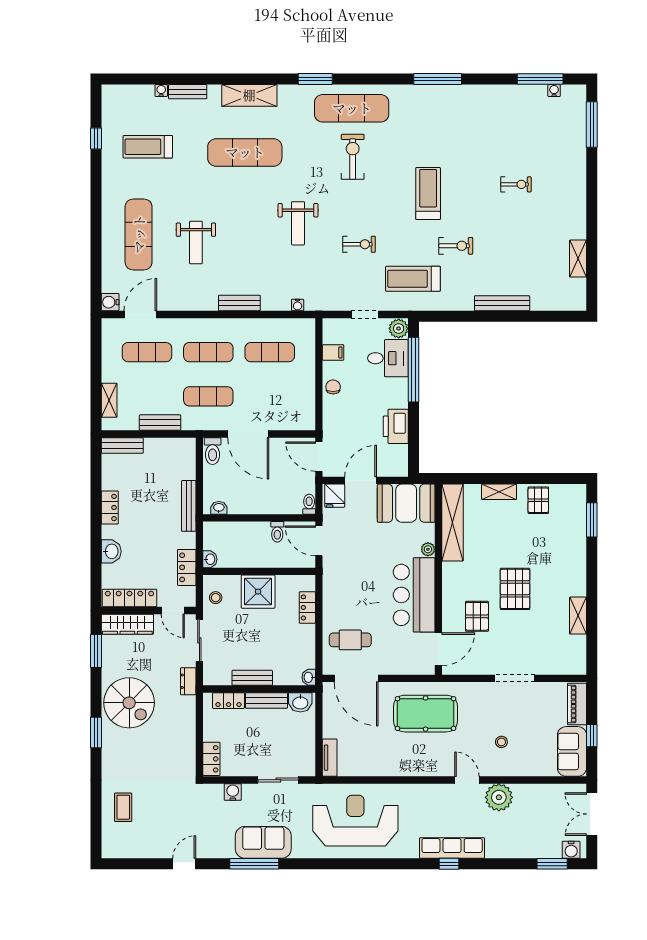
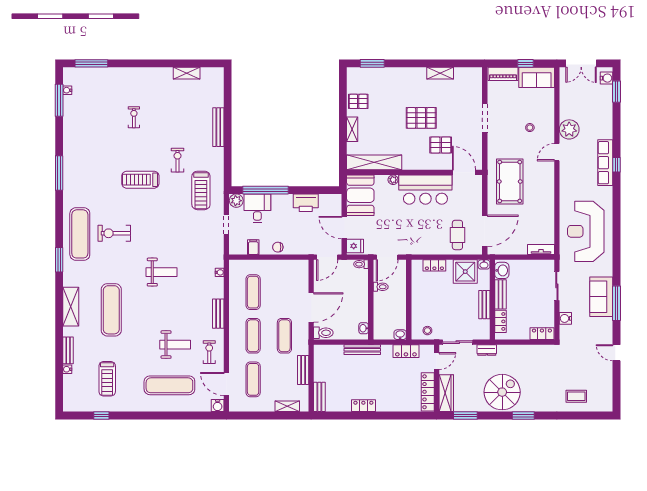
exercise bike: (359, 244) -> (209, 352), moved
washbasin: (111, 551) -> (395, 405), removed
shower: (258, 592) -> (465, 272), moved

